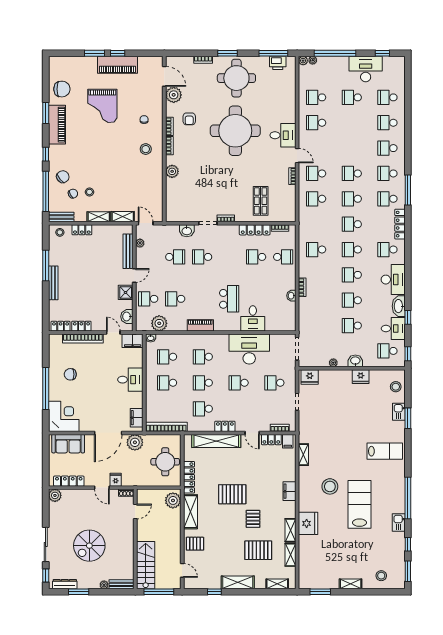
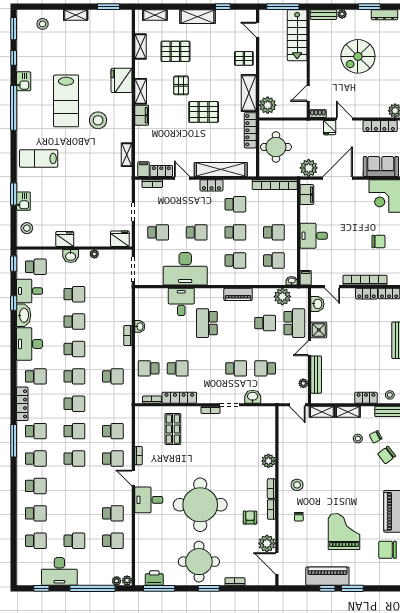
school desk: (148, 299) -> (294, 323), width x1.85
filing cabinet: (133, 341) -> (306, 278), width x0.50
shelving: (290, 530) -> (141, 91), moved
spiral stairs: (89, 546) -> (358, 56), turned 180

